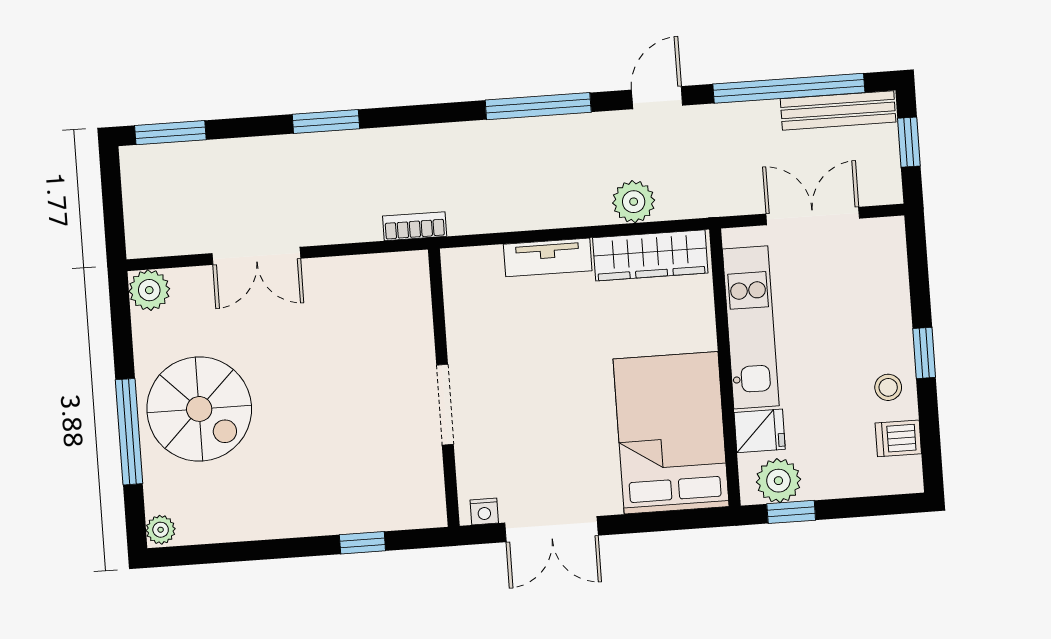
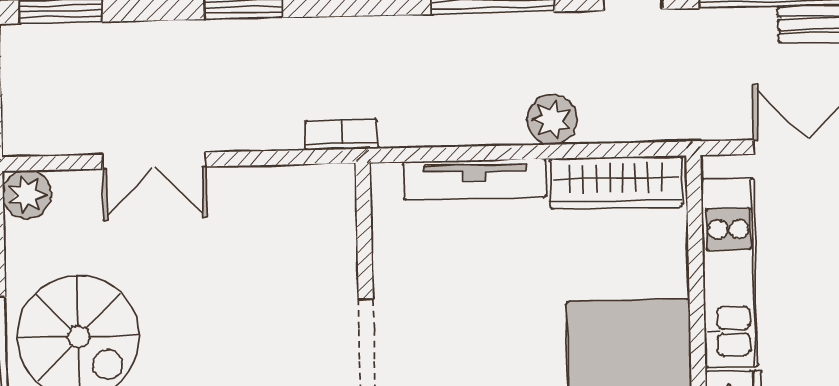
plant: (634, 202) -> (552, 120), moved
tv unit: (548, 257) -> (475, 179), width x1.41

